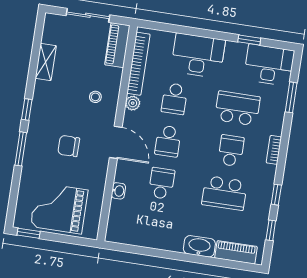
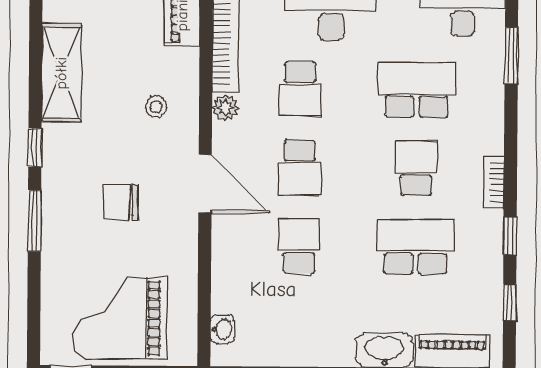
shelving: (46, 62) -> (61, 73), width x1.50, depth x1.33
bookcase: (274, 150) -> (494, 182), moved
washbasin: (118, 191) -> (222, 329), moved
school desk: (224, 193) -> (416, 247), turned 180

